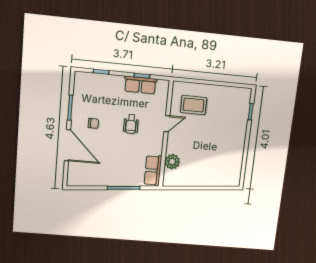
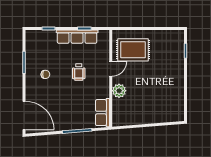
row of seats: (140, 85) -> (77, 37), width x1.48
rug: (194, 105) -> (133, 50), width x1.36, depth x1.43
door: (67, 145) -> (24, 115), moved
plant: (172, 162) -> (119, 91), moved

